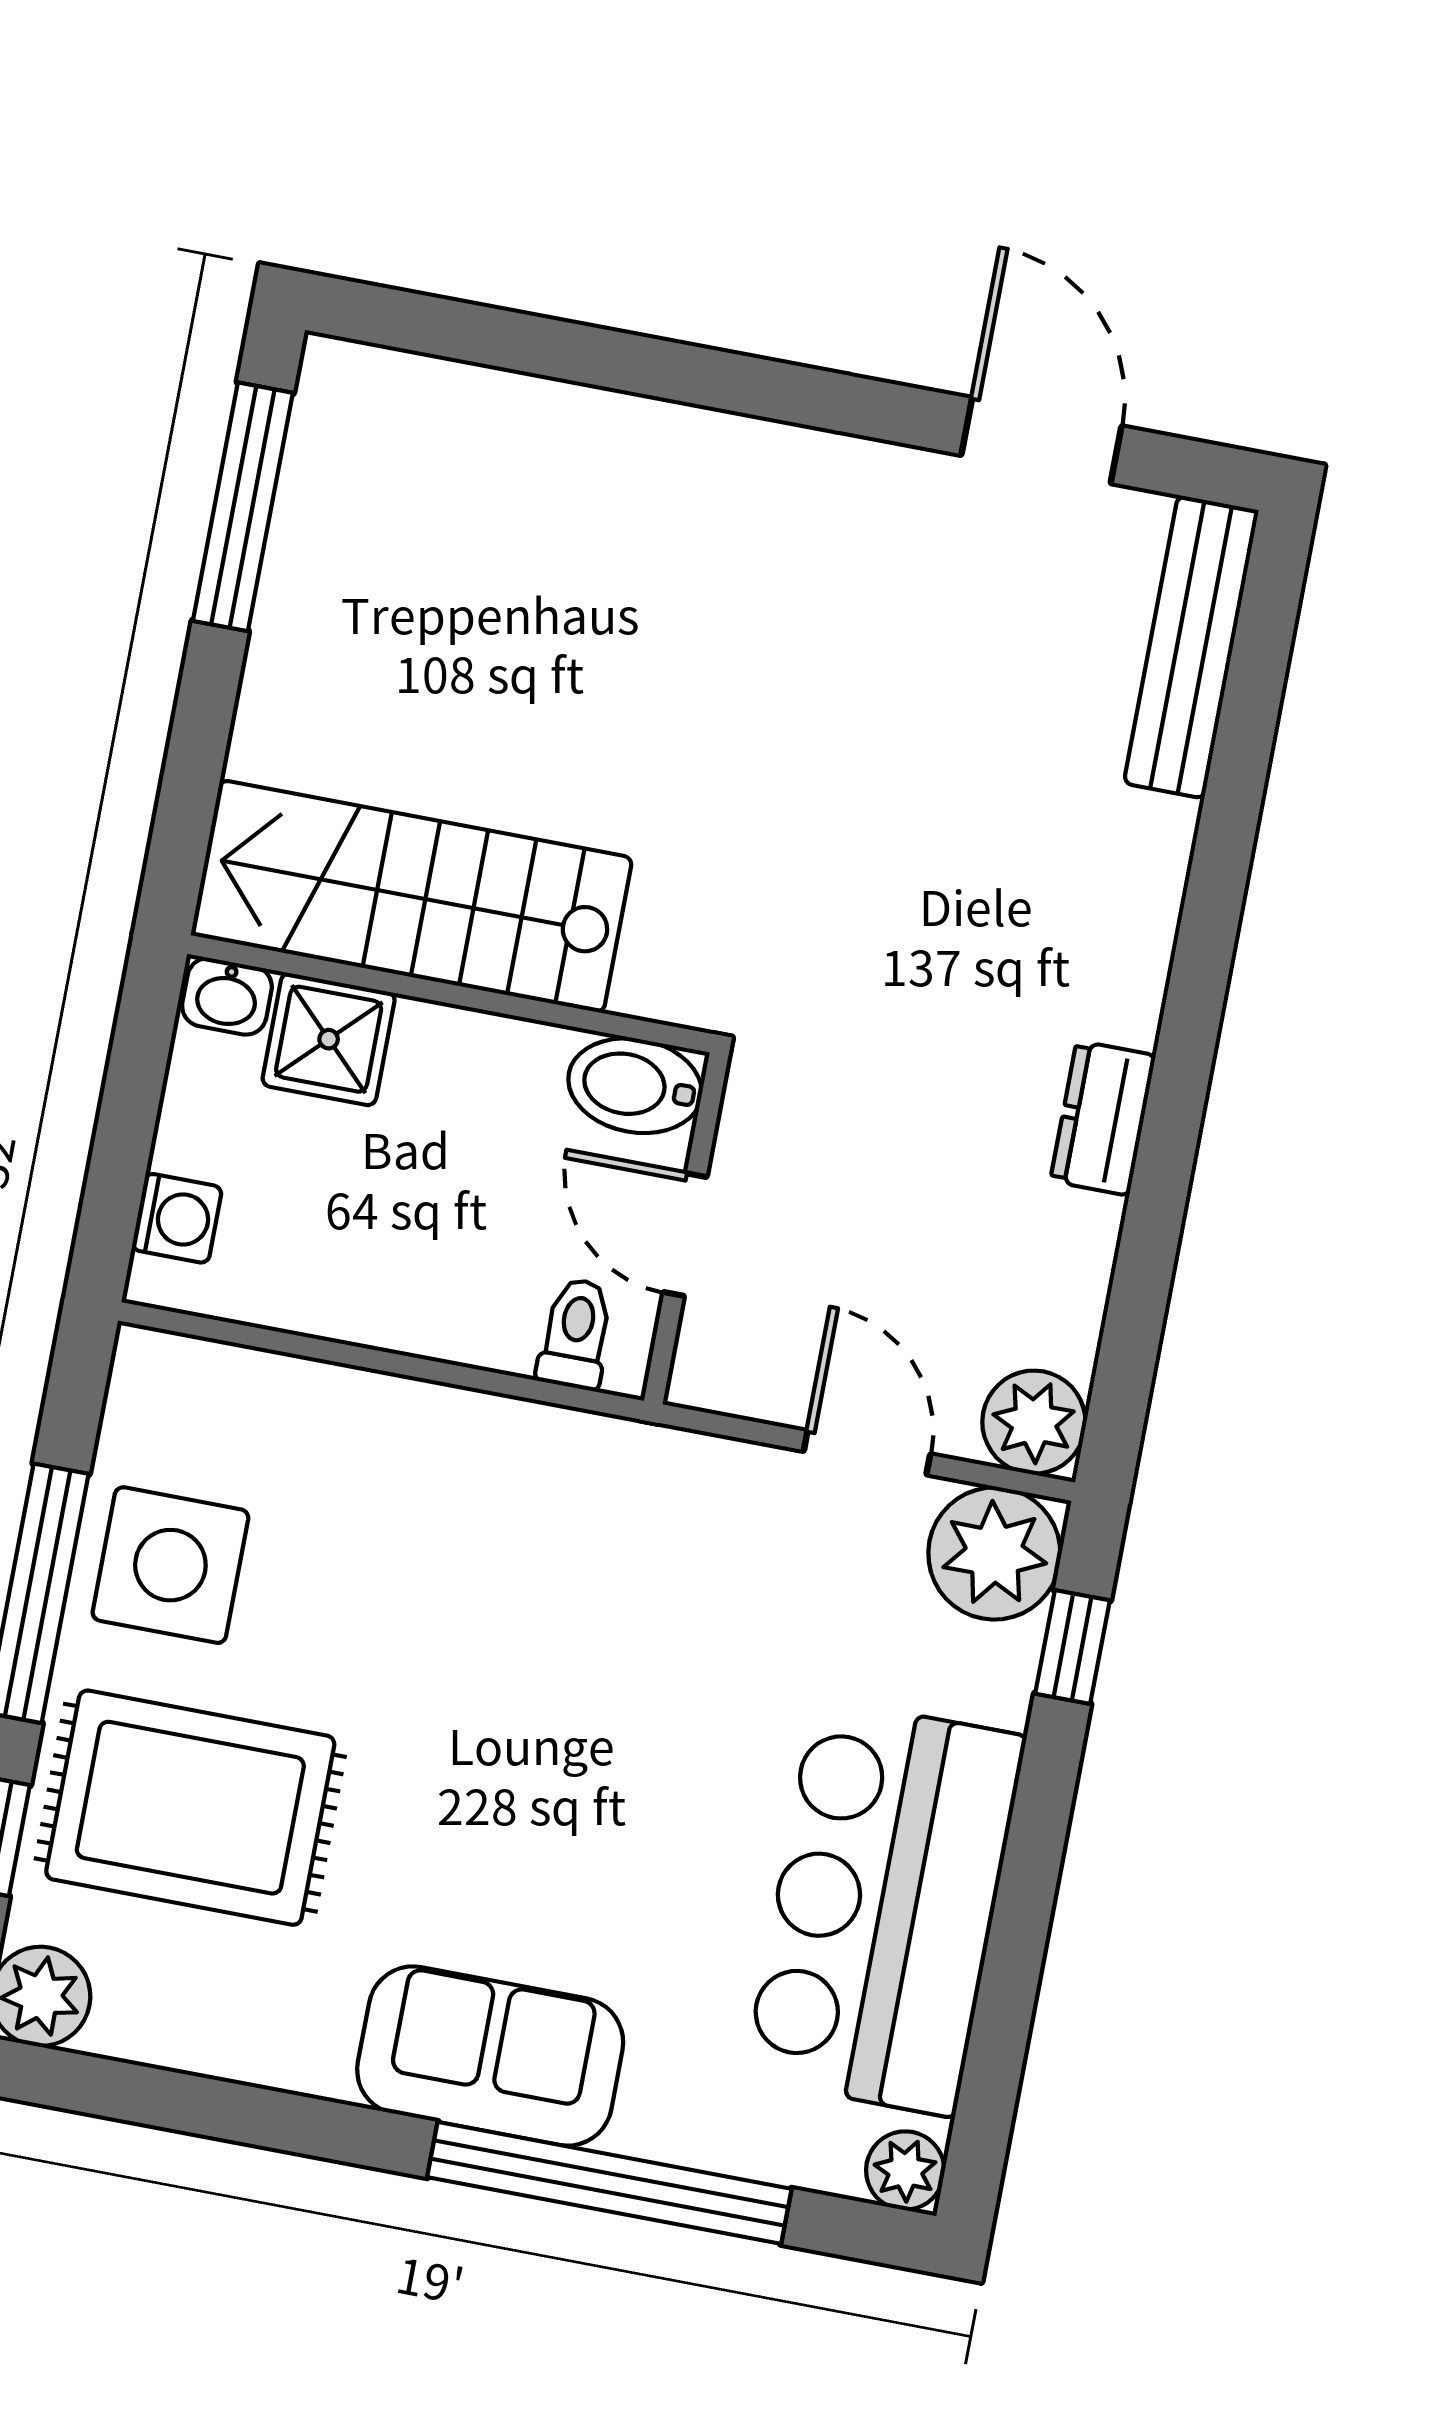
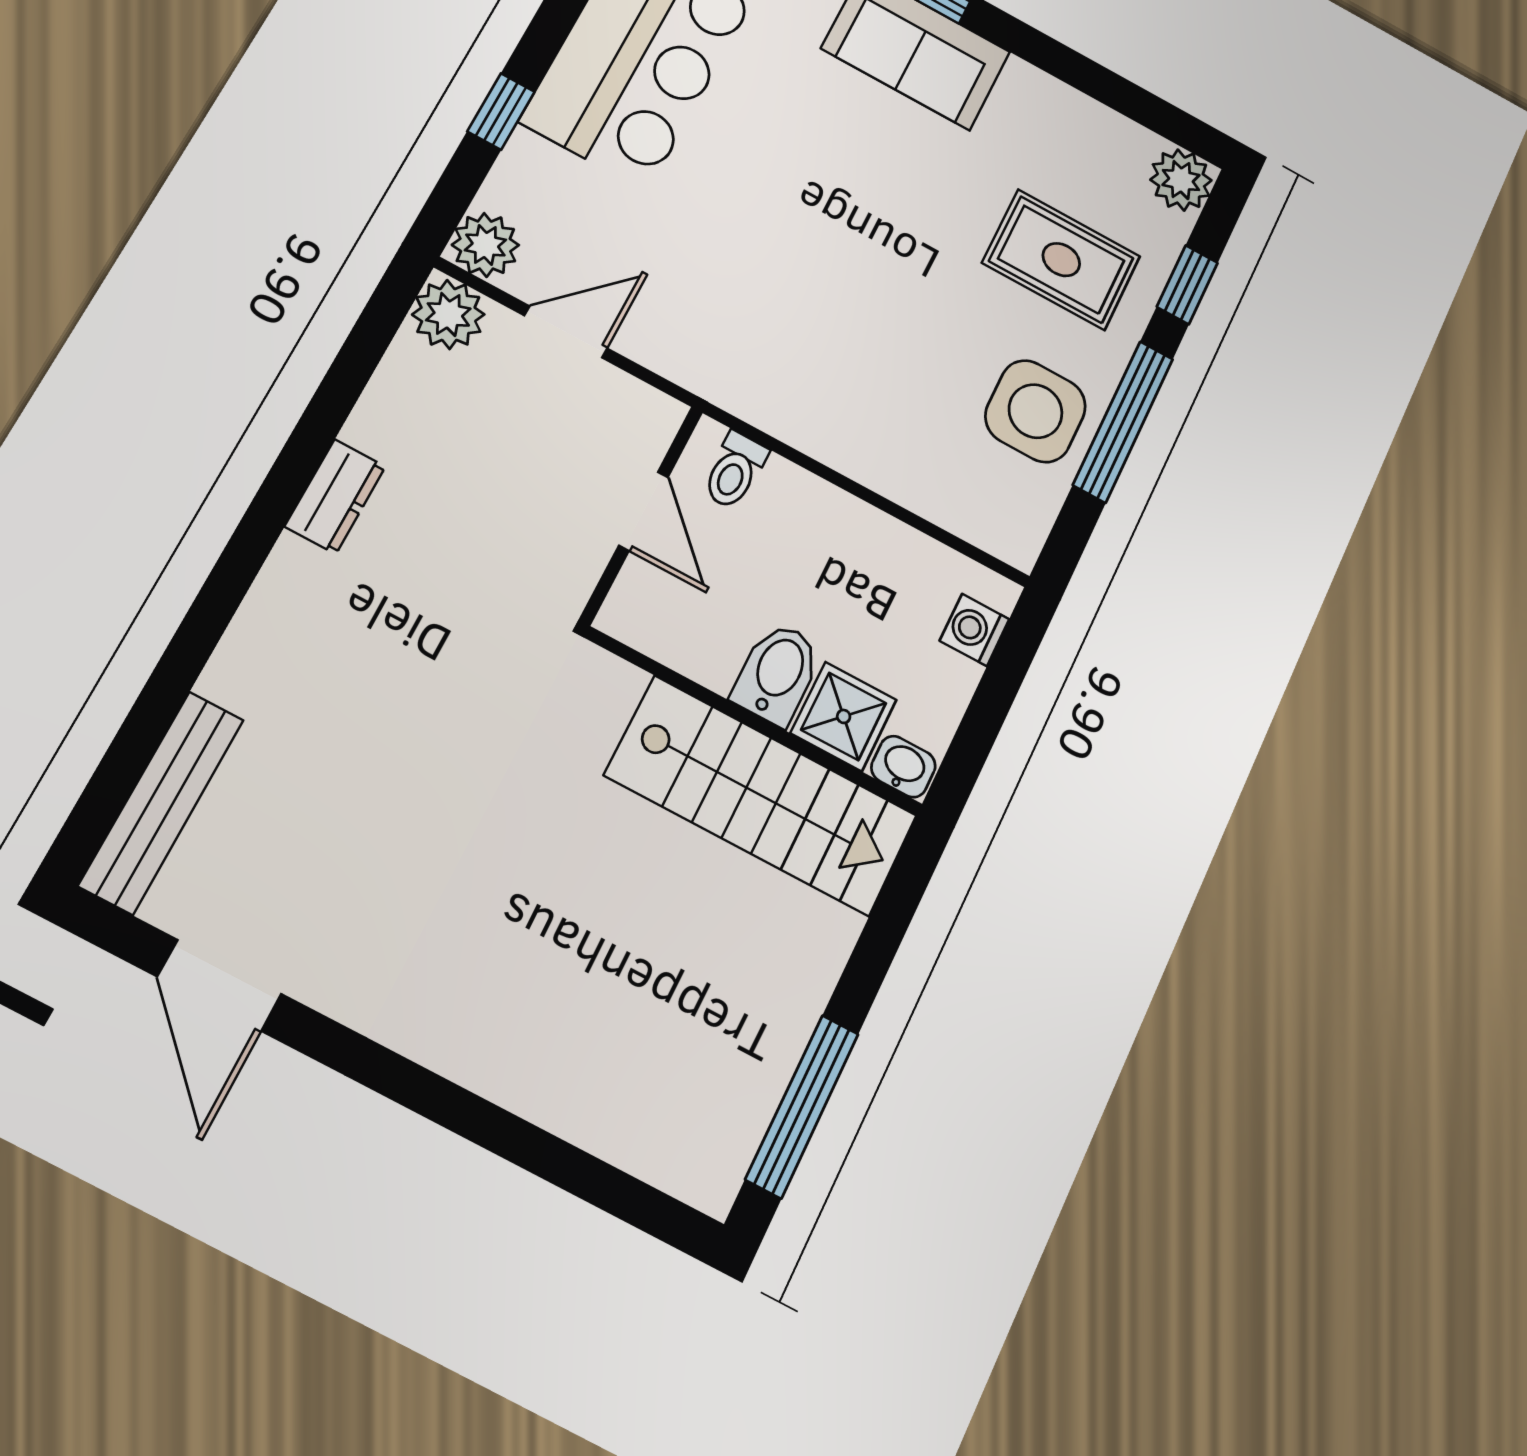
bidet: (635, 1086) -> (777, 673), moved, turned -90
door: (867, 1453) -> (566, 332), swing flipped
plant: (994, 1553) -> (485, 245), width x0.73, depth x0.73
window: (1073, 1647) -> (501, 112), moved
rug: (190, 1808) -> (1061, 260), width x0.73, depth x0.70

